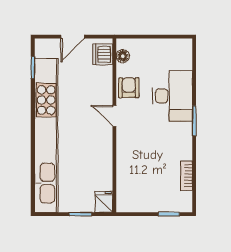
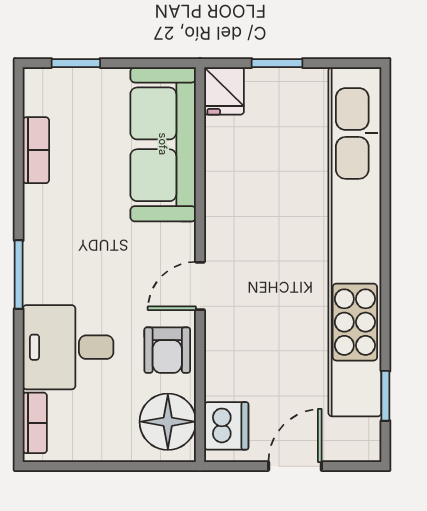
floor lamp: (123, 56) -> (168, 422), width x1.89, depth x1.89
bookcase: (187, 56) -> (35, 423), added
desk: (172, 96) -> (68, 347), width x0.73
door: (114, 116) -> (200, 286), swing flipped
sofa: (131, 178) -> (163, 144), added

